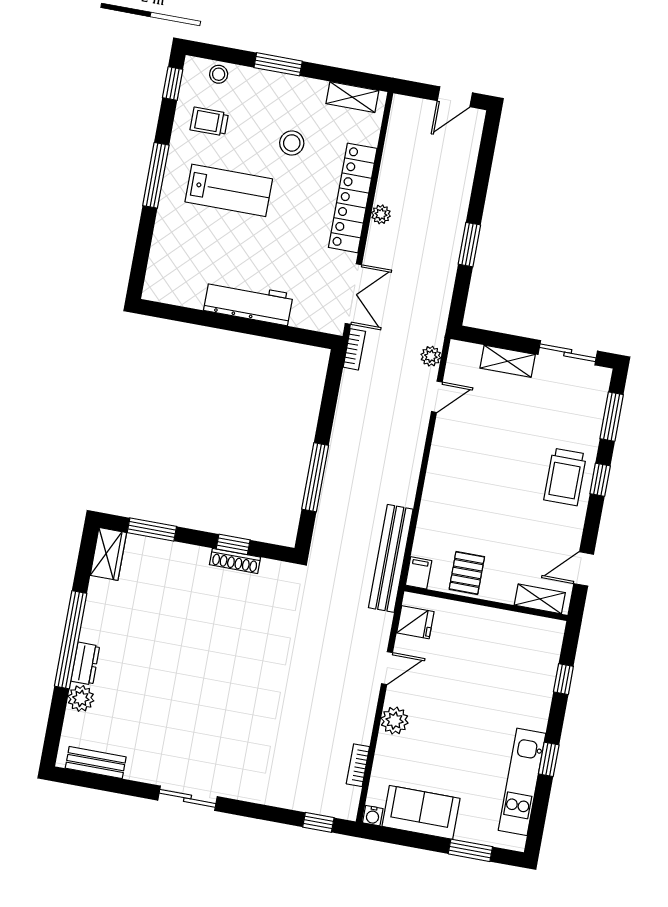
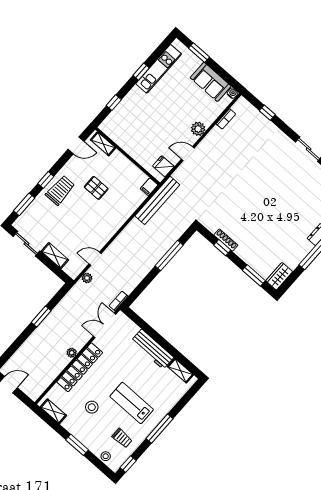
shelving: (179, 295) -> (181, 371), added
pallet: (467, 573) -> (96, 188), moved, turned 90
window: (318, 822) -> (267, 113), moved

